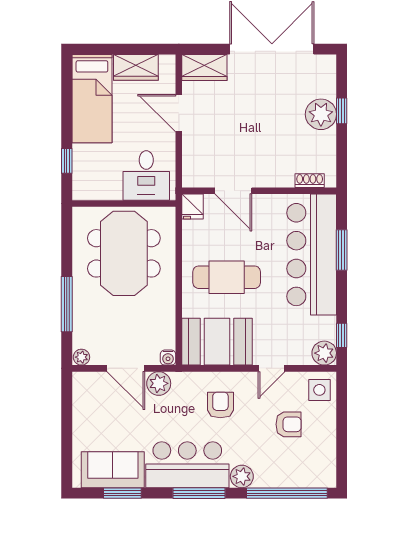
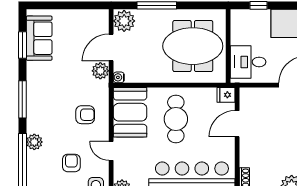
plant: (81, 357) -> (124, 21), width x1.88, depth x1.88
armchair: (289, 424) -> (71, 163), turned 180
bar counter: (187, 465) -> (43, 91), removed
plant: (242, 476) -> (34, 142), moved

